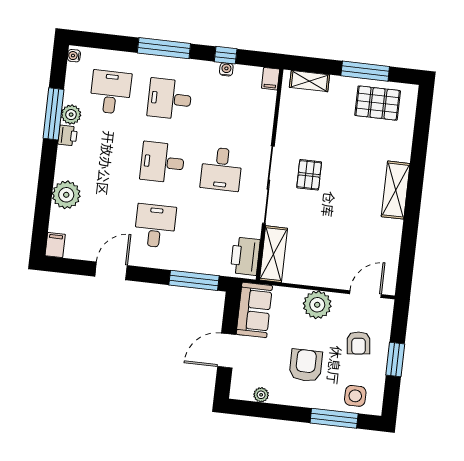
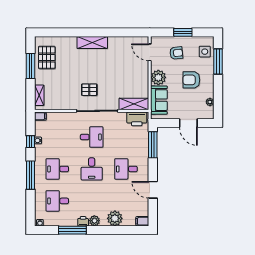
desk: (170, 99) -> (57, 169), turned 90
plant: (71, 115) -> (94, 221), moved
sofa: (254, 310) -> (159, 100), moved, turned 90

